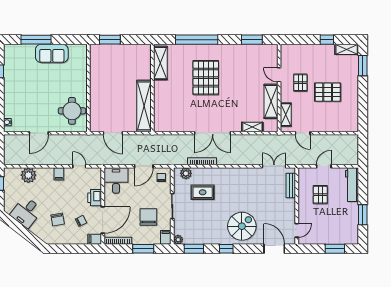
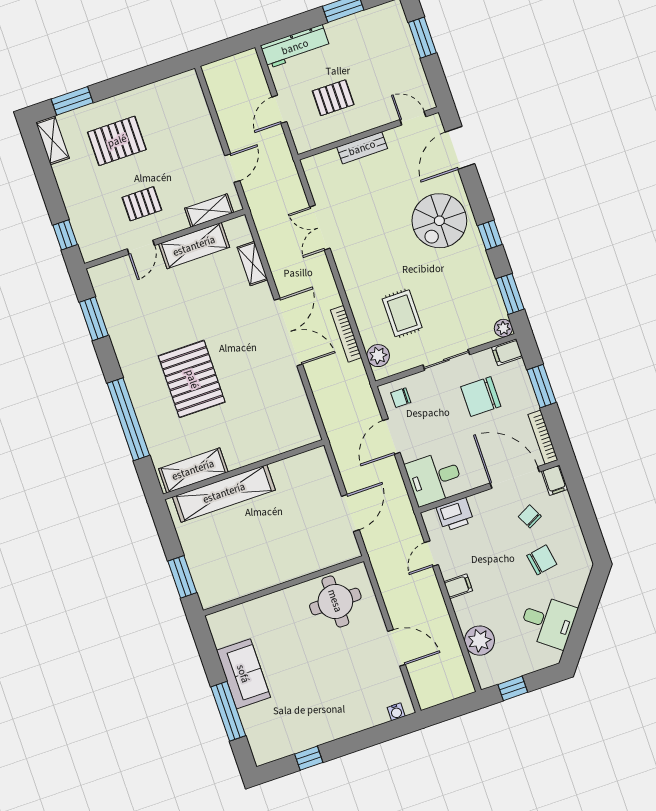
window: (327, 40) -> (65, 235), moved
pallet: (206, 78) -> (192, 379), turned 90
pallet: (328, 92) -> (117, 141), moved, turned 90
shelving: (144, 106) -> (224, 493), moved
door: (144, 166) -> (391, 437), swing flipped
double door: (274, 166) -> (320, 228), moved
door: (324, 166) -> (279, 109), hinge flipped
bench: (291, 186) -> (362, 148), moved
printer: (95, 198) -> (455, 514), moved
spiral stairs: (242, 226) -> (439, 221), turned -90

